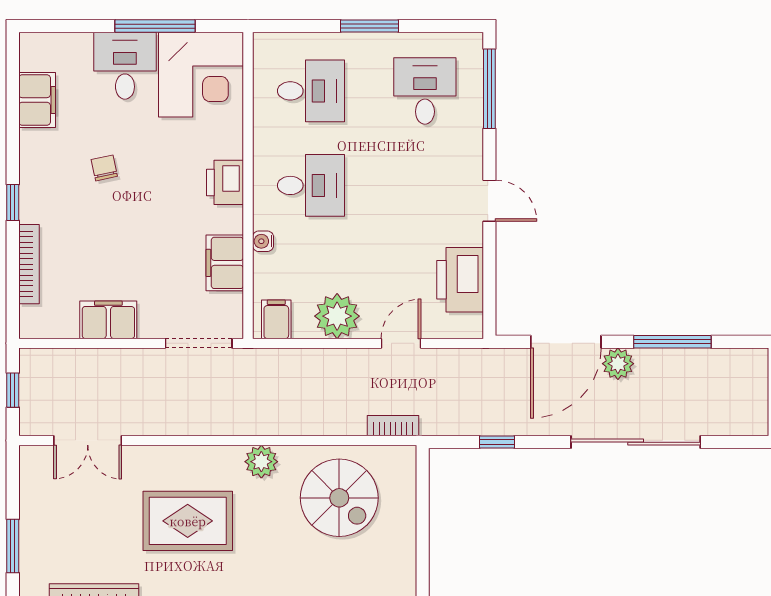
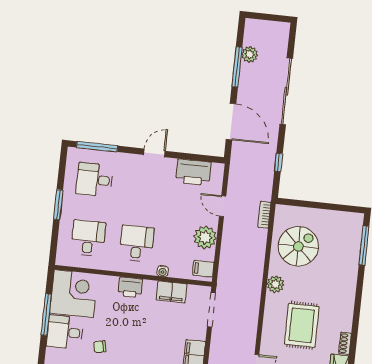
chair: (104, 168) -> (100, 347), moved
plant: (618, 364) -> (250, 54), moved

